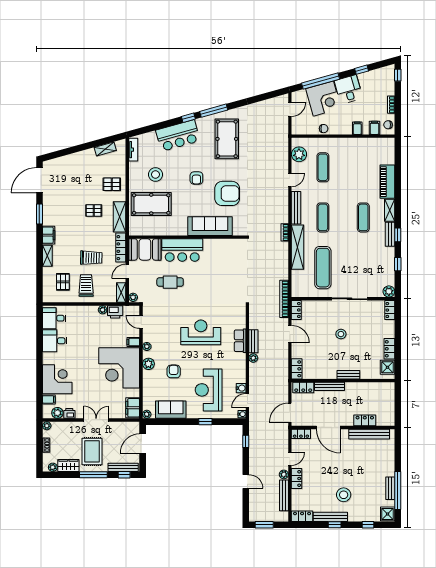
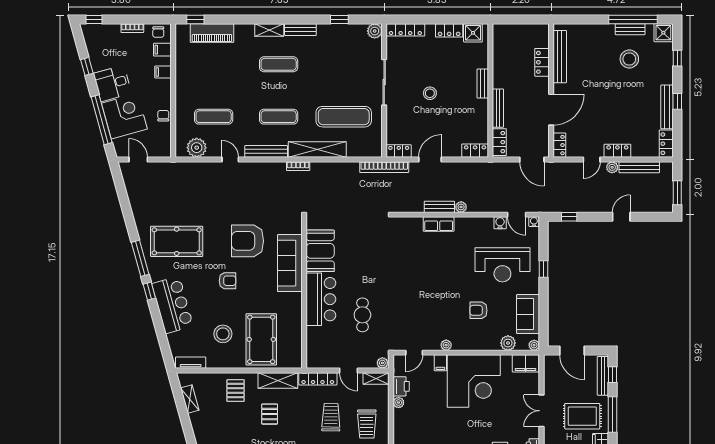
piano: (387, 182) -> (212, 33), moved
armchair: (227, 193) -> (248, 241), turned -90
window: (398, 235) -> (195, 19), moved
booth: (145, 249) -> (320, 251), moved
trolley: (86, 285) -> (367, 424), turned -90
locker: (390, 310) -> (405, 30), width x1.53
reception desk: (201, 332) -> (428, 275), removed
plant: (148, 364) -> (508, 343), moved
door: (290, 459) -> (592, 159), swing flipped
stool: (344, 495) -> (629, 59), moved

